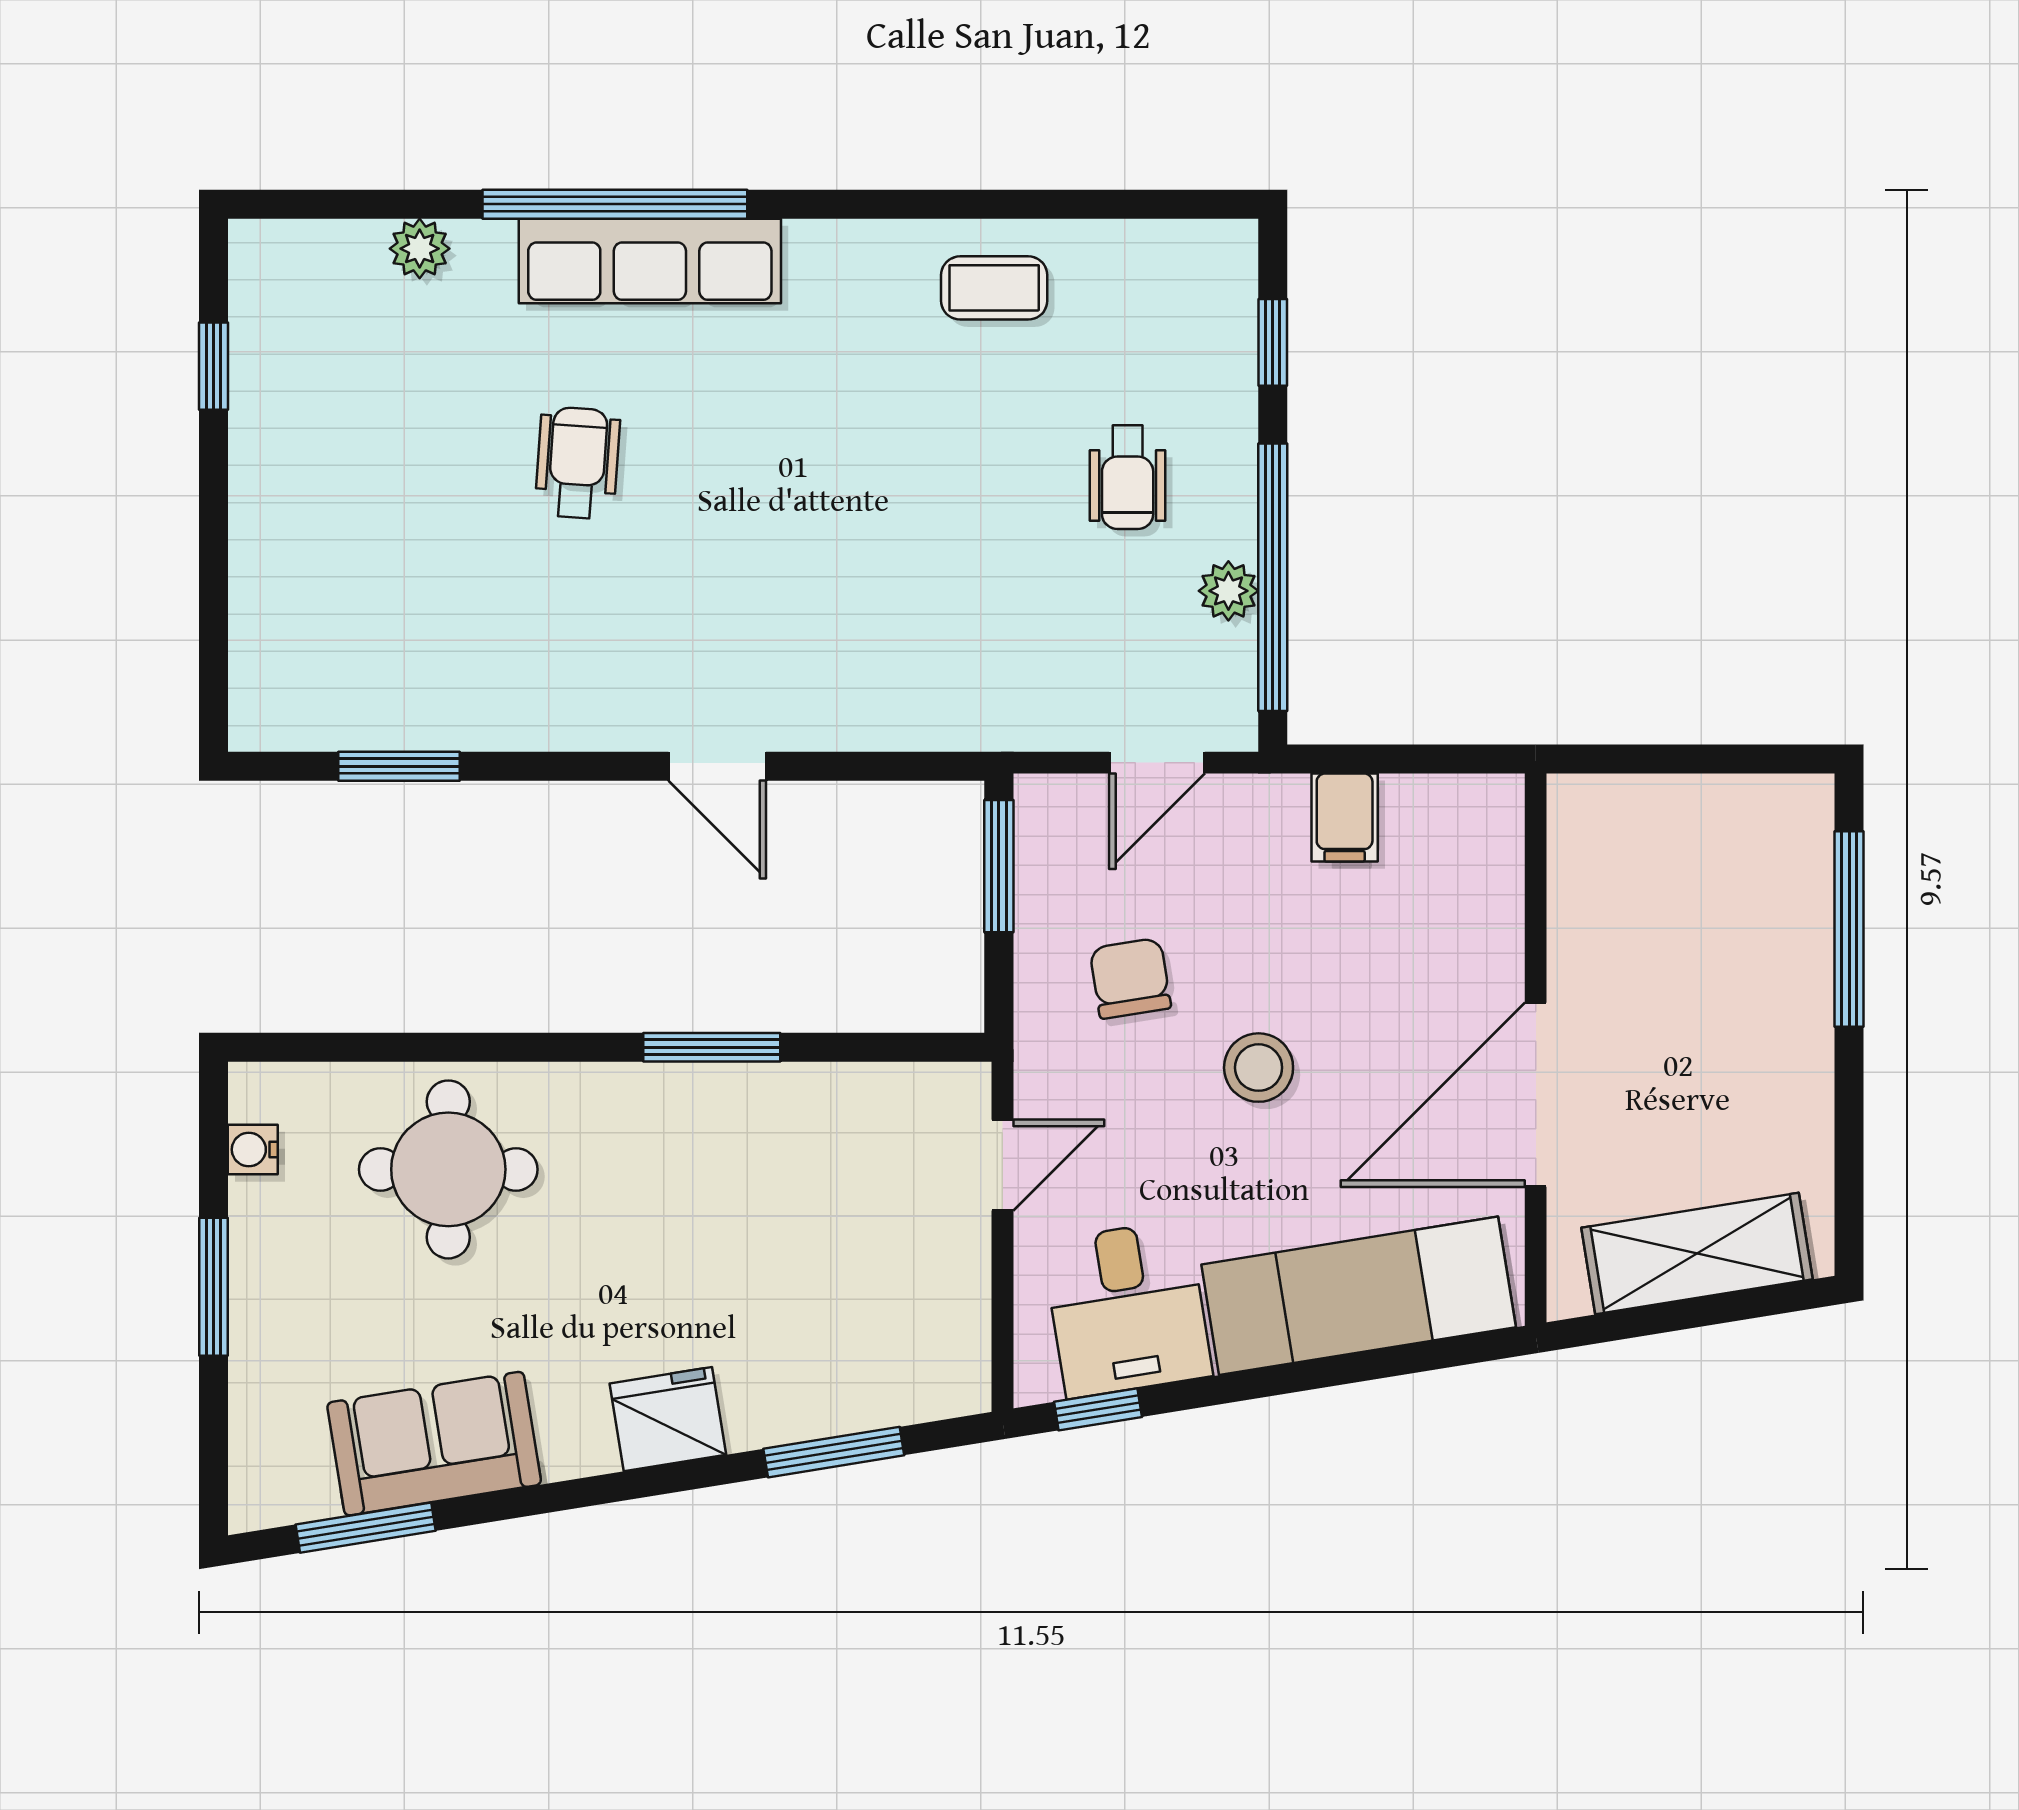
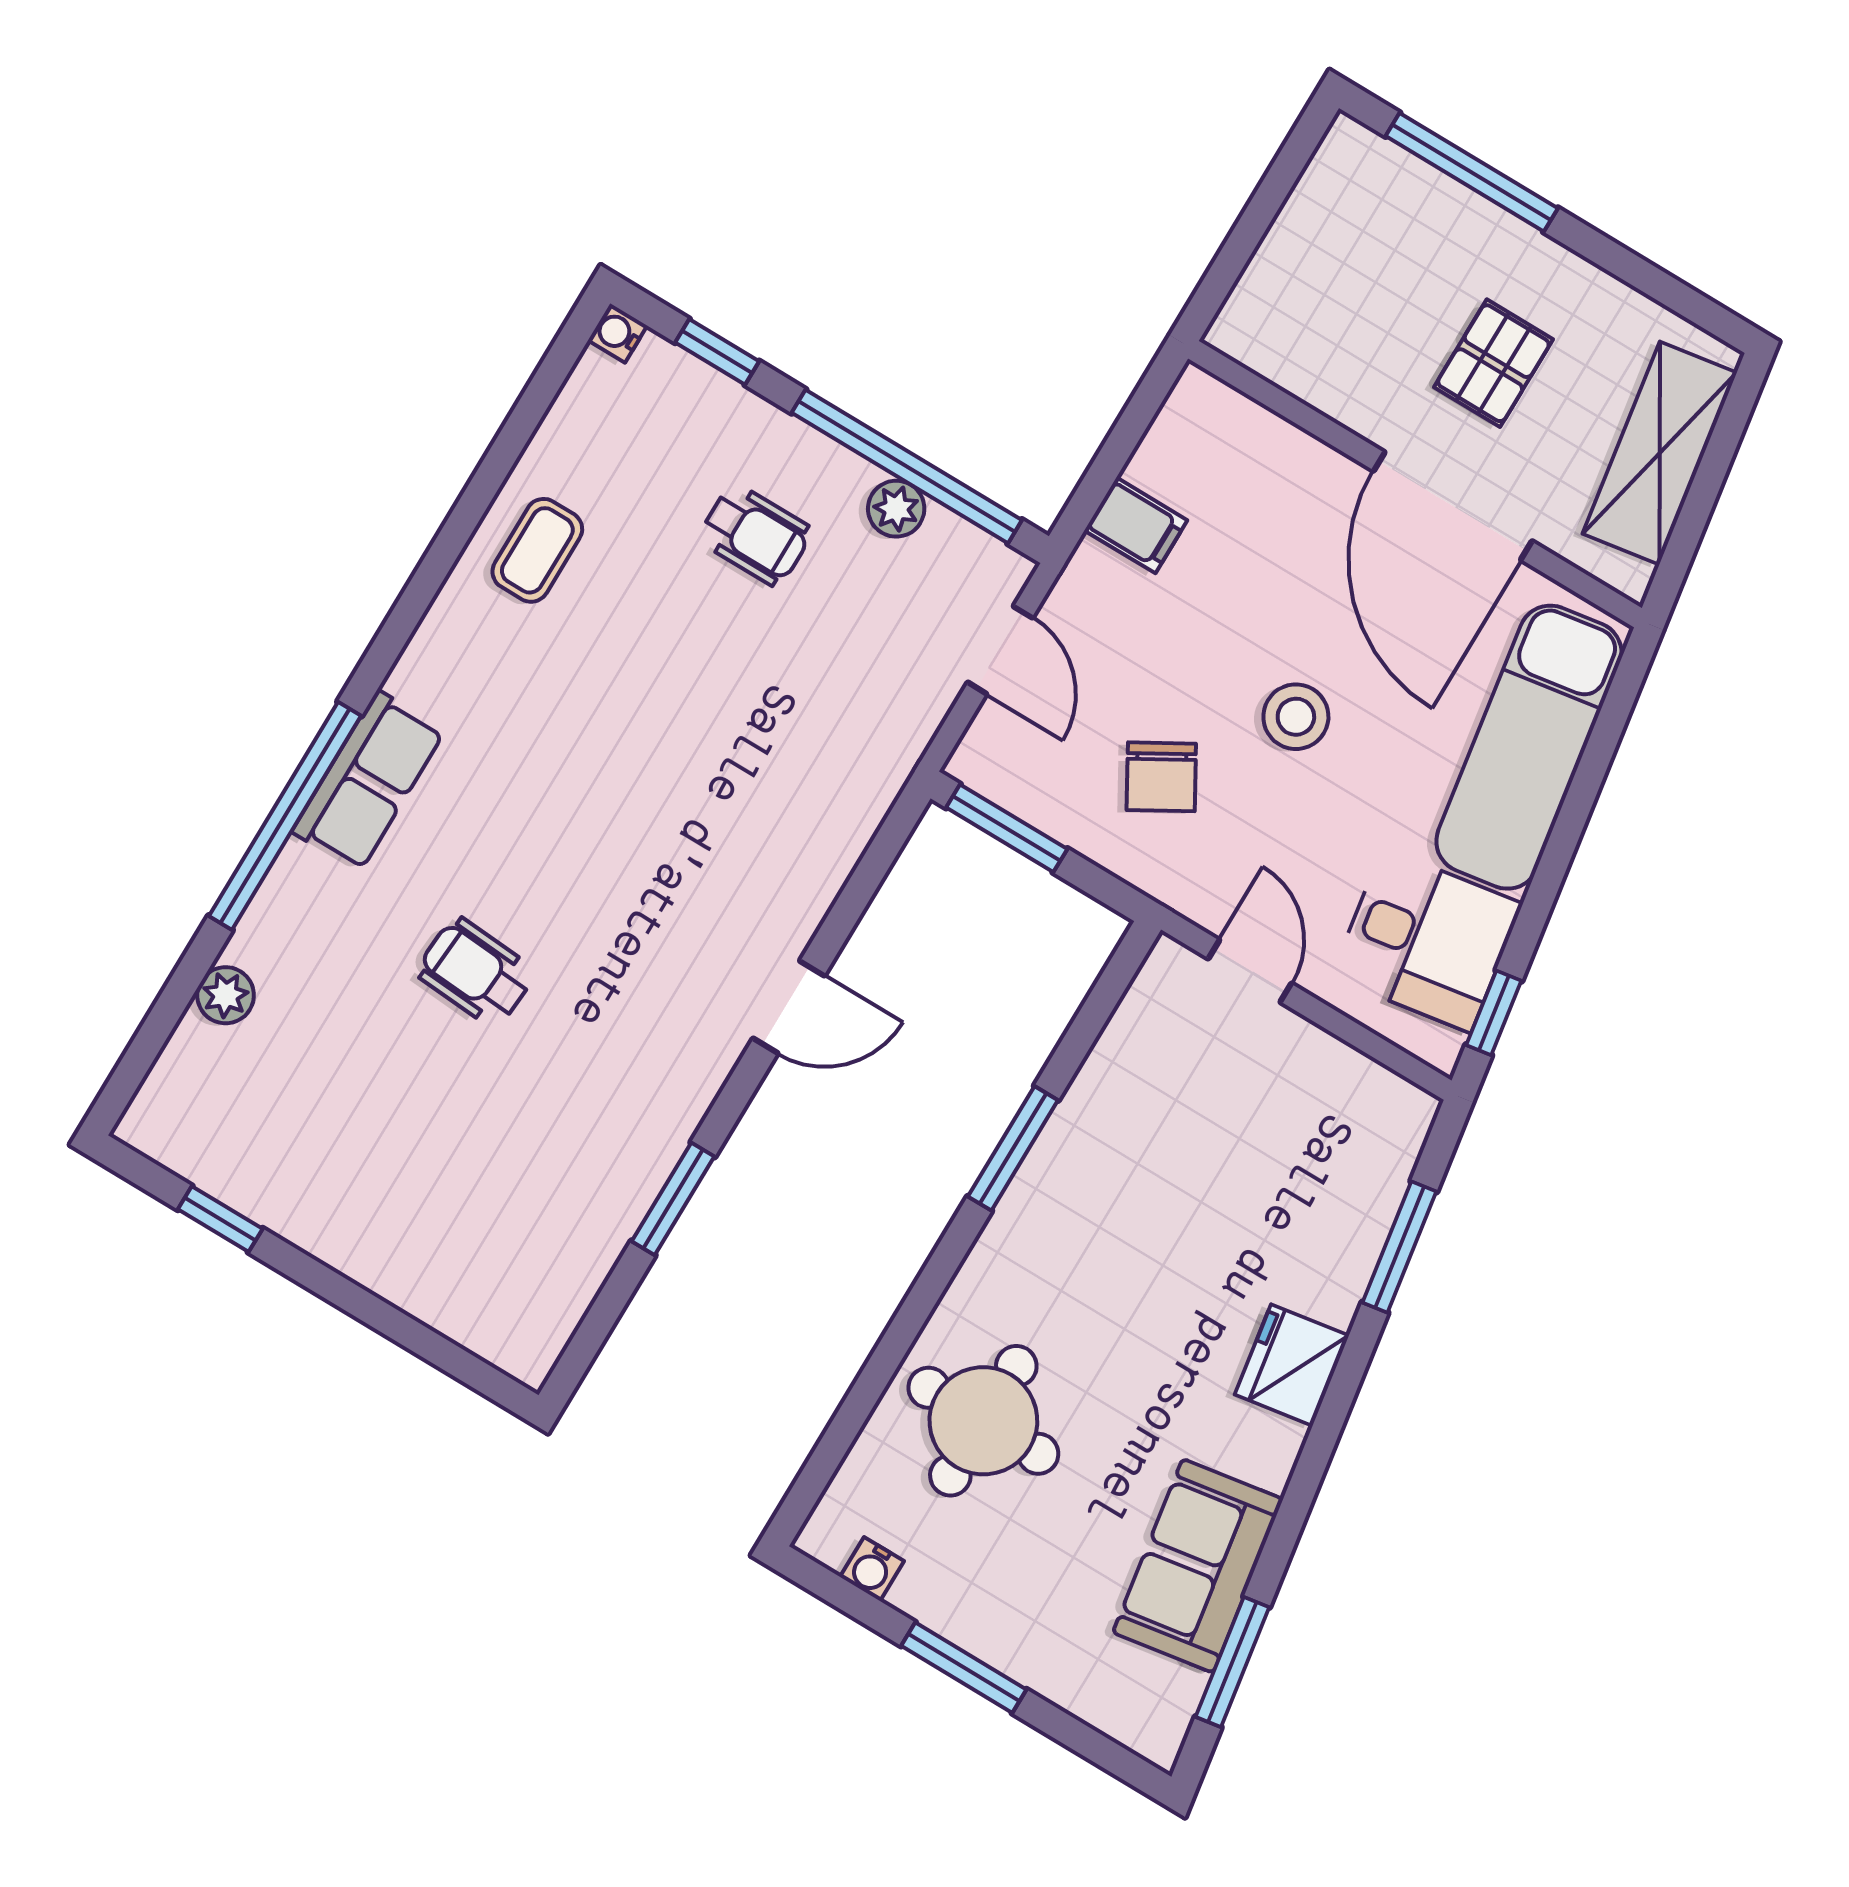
water cooler: (1235, 242) -> (617, 333), added
row of seats: (650, 261) -> (368, 781), width x0.68
window: (399, 766) -> (673, 1199), moved
chair: (1130, 978) -> (1161, 777), turned -111
pallet: (1688, 1053) -> (1493, 363), added

